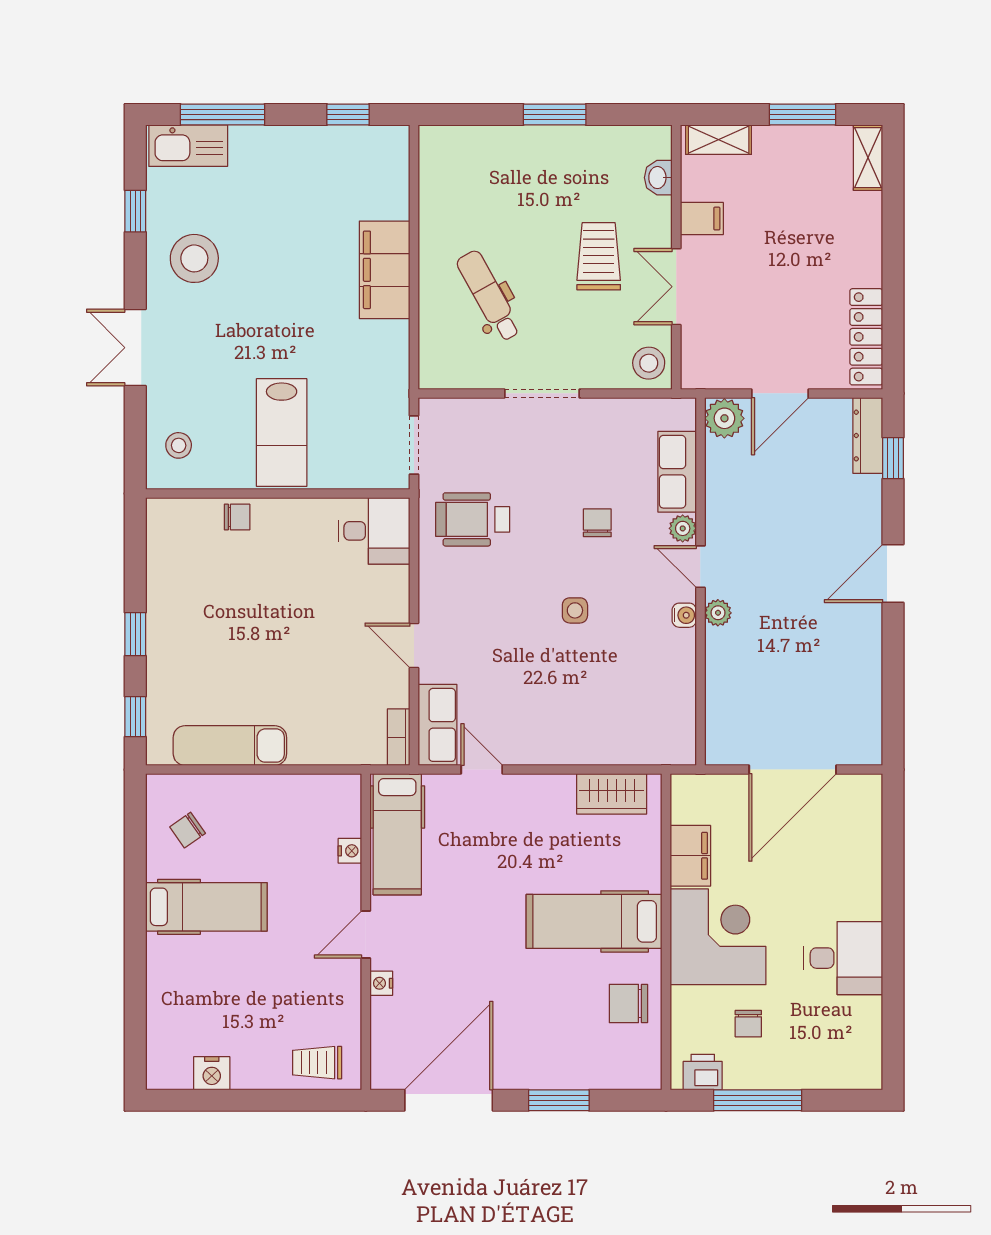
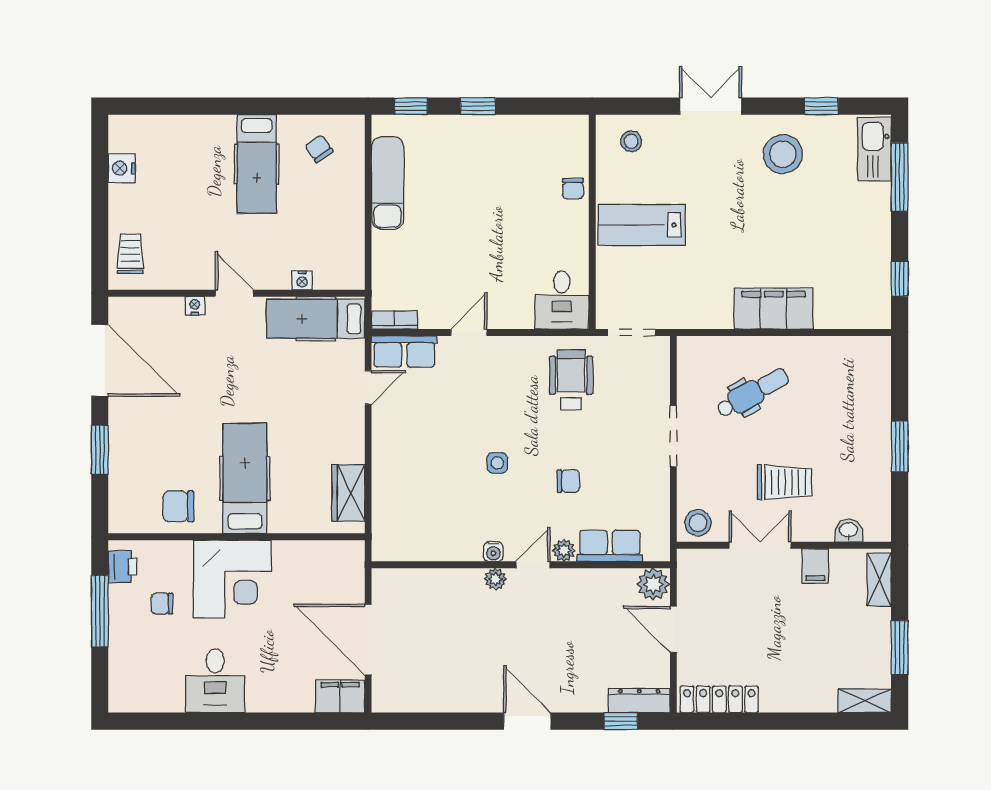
filing cabinet: (690, 856) -> (340, 696), moved, turned 180
chair: (628, 1003) -> (178, 506), turned -90

